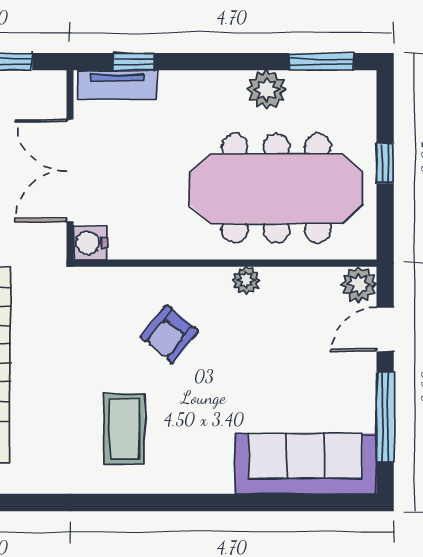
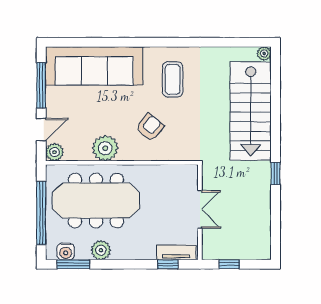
window: (385, 163) -> (41, 213), width x3.17
double door: (70, 171) -> (200, 209), width x0.73
water cooler: (90, 243) -> (66, 251), moved, turned 90
plant: (246, 280) -> (105, 148), width x1.88, depth x1.88
sofa: (306, 464) -> (94, 66), width x1.36, depth x1.27

